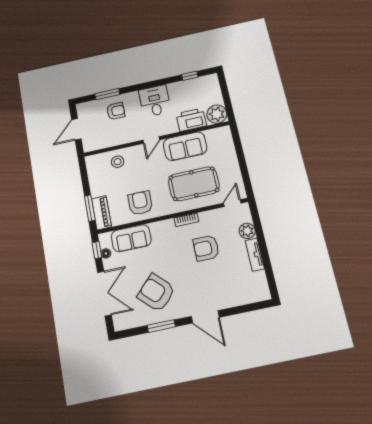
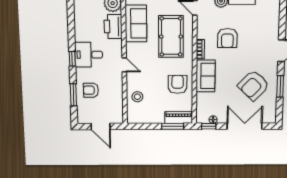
window: (190, 76) -> (72, 59), moved
armchair: (116, 111) -> (91, 90), turned -90
sofa: (185, 146) -> (136, 24), moved
armchair: (140, 203) -> (178, 84), turned 90
sofa: (131, 238) -> (206, 76), moved

